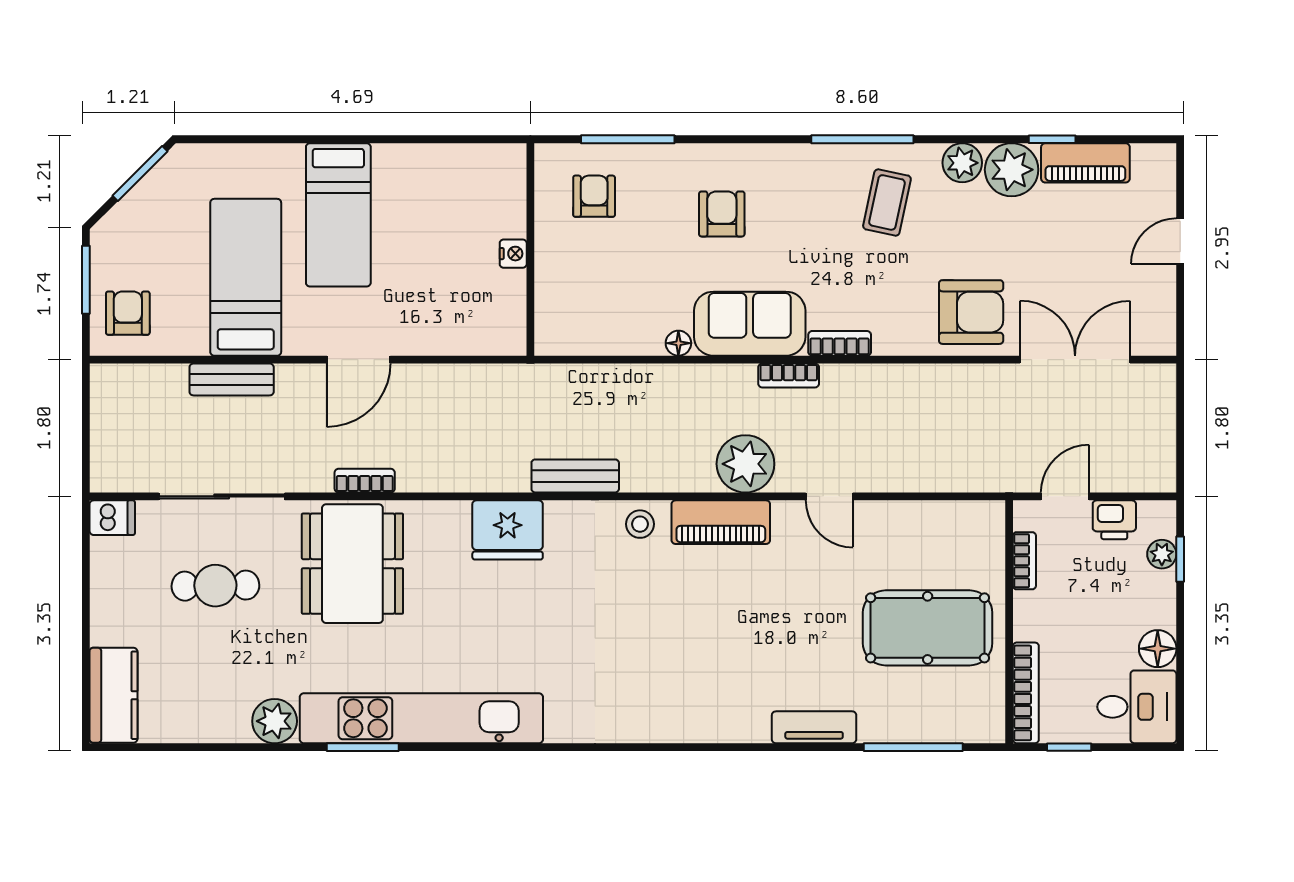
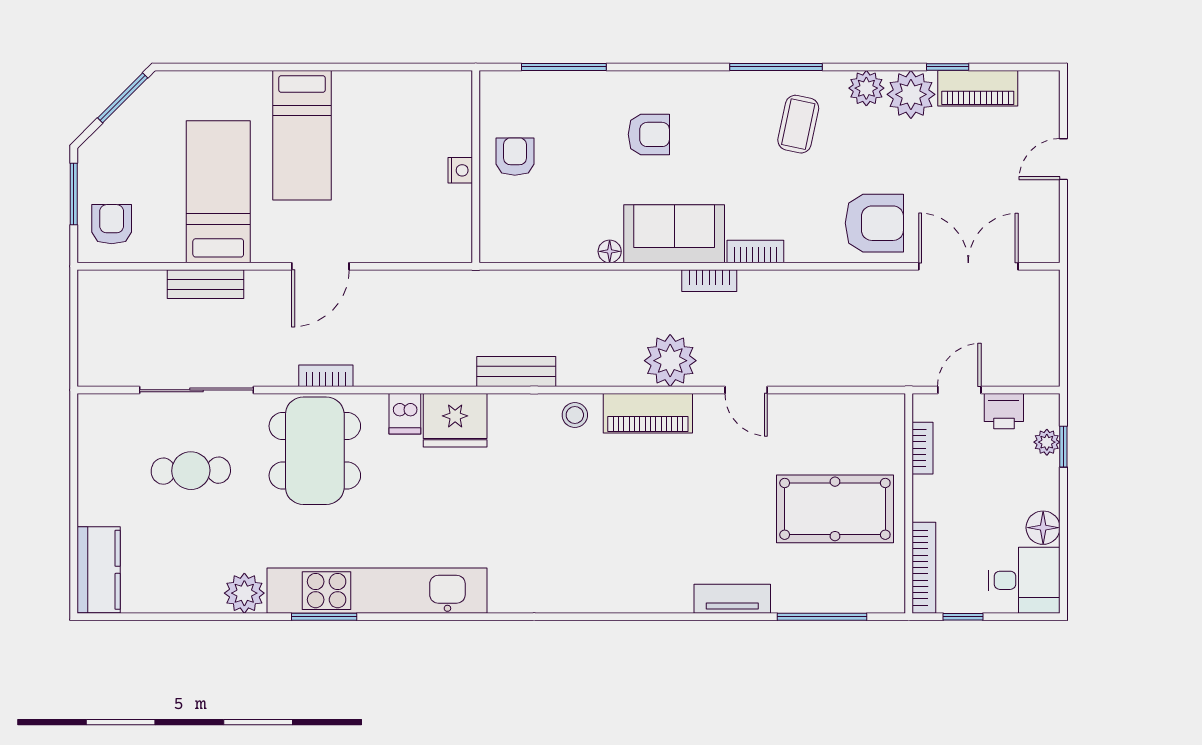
armchair: (594, 196) -> (515, 157), moved
armchair: (722, 214) -> (649, 134), turned 90
dishwasher: (112, 518) -> (405, 414), moved, turned 90

